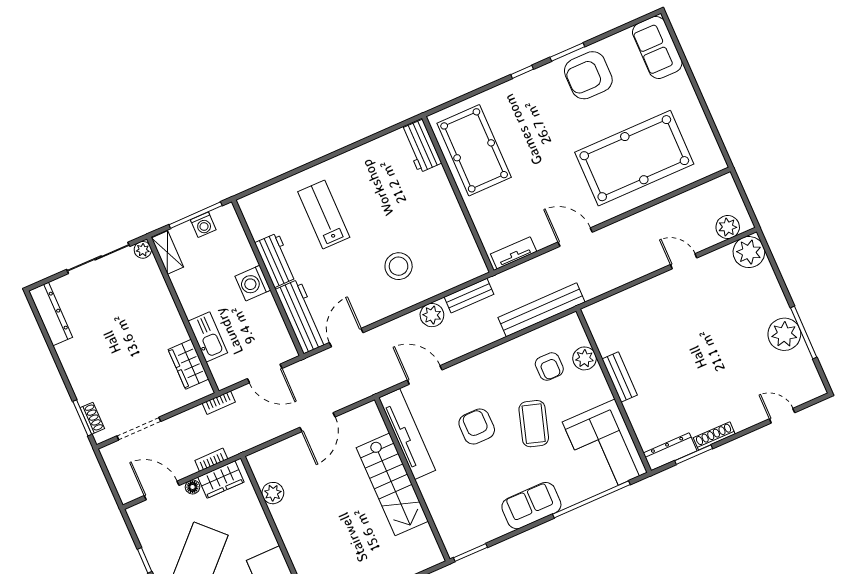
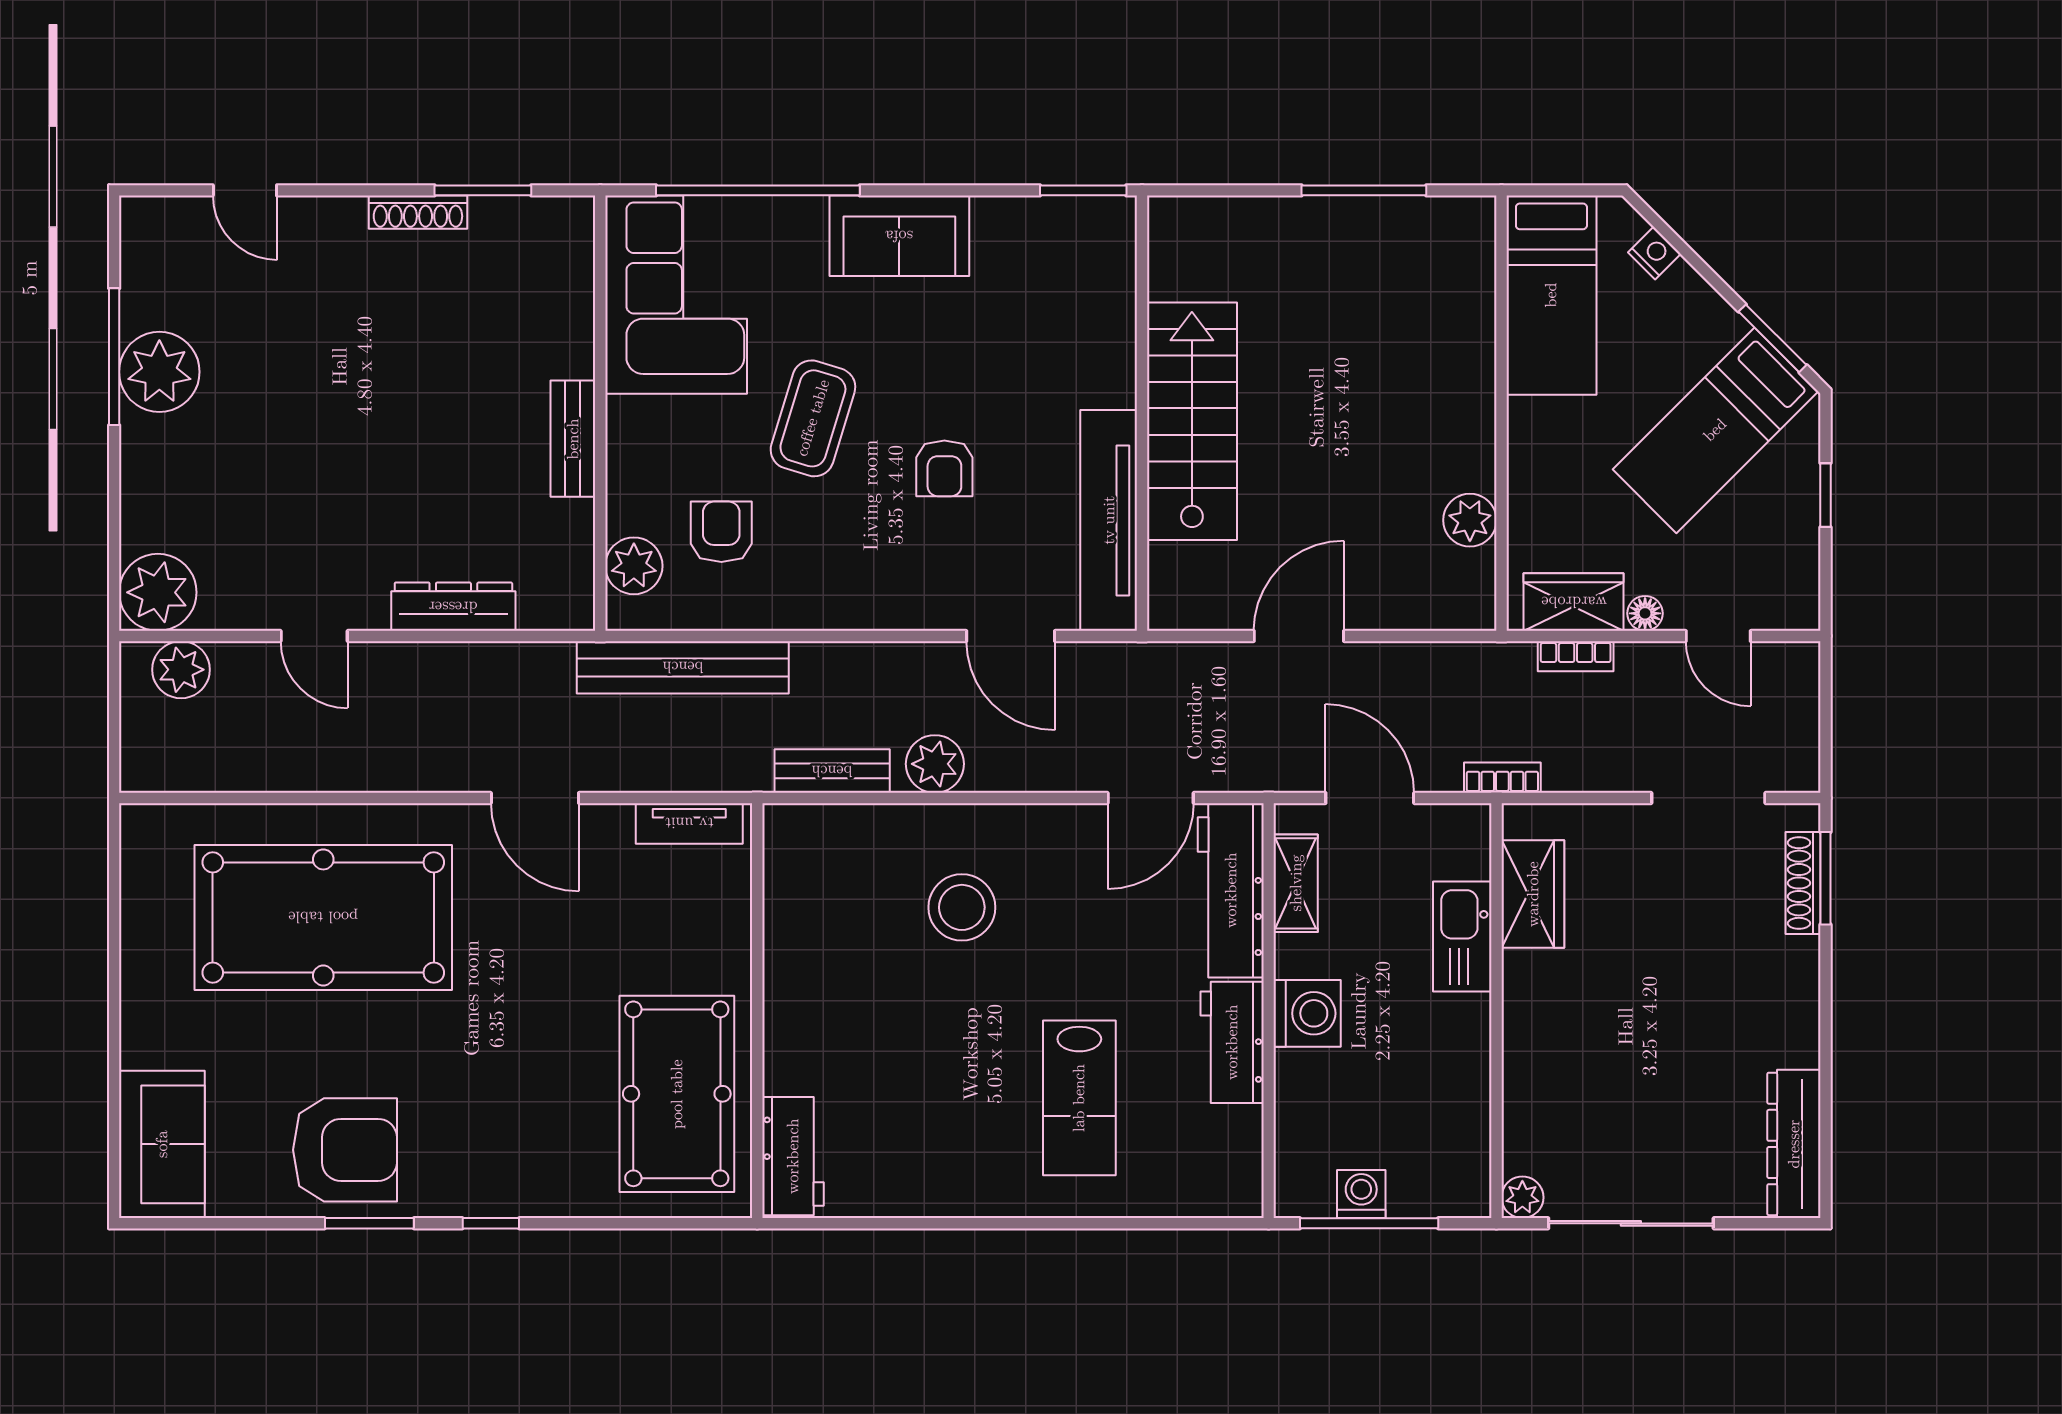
shelving: (167, 252) -> (1296, 883), moved
plant: (585, 358) -> (634, 566), moved
shoe rack: (92, 418) -> (1803, 883), width x1.43
armchair: (477, 427) -> (944, 468), width x0.72, depth x0.72
dresser: (670, 452) -> (453, 607), moved, turned 180
door: (162, 491) -> (1718, 636), width x0.73

